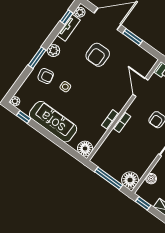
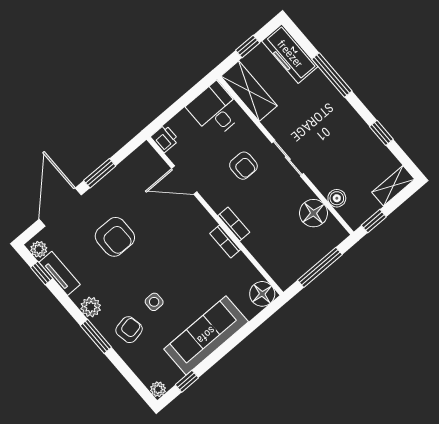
floor lamp: (130, 180) -> (313, 213), moved

